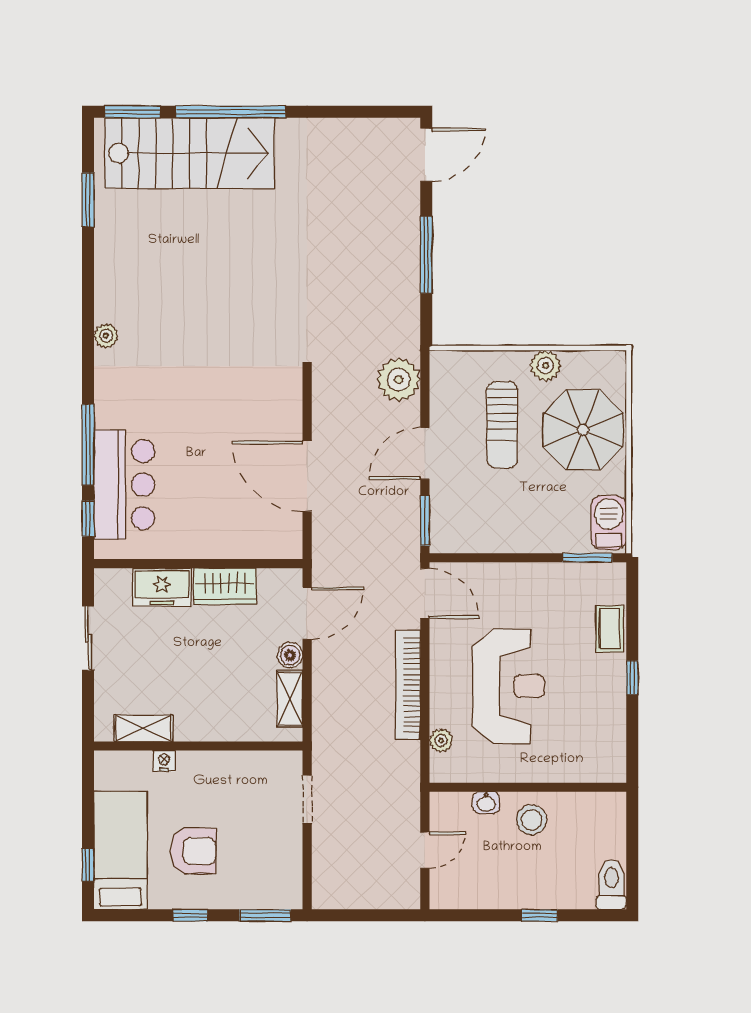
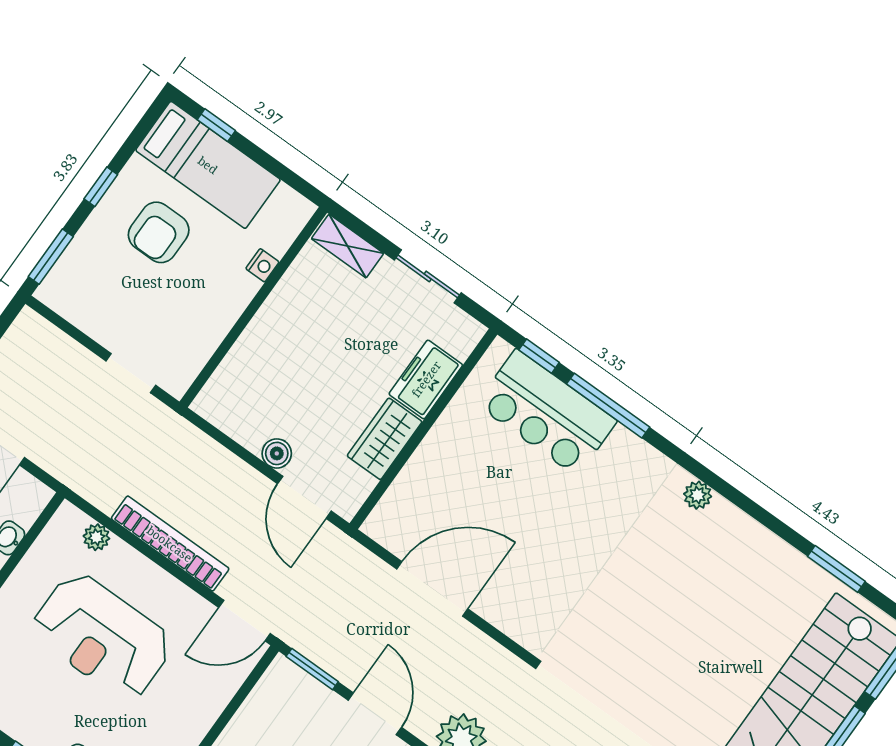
shelving: (290, 699) -> (236, 424), removed
shelving: (143, 728) -> (348, 246), moved, turned 90

